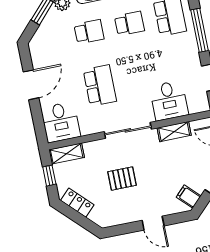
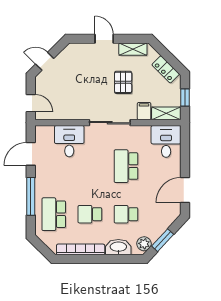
door: (31, 85) -> (185, 190), moved
shelving: (174, 132) -> (133, 49), moved
pallet: (122, 179) -> (123, 82), turned 90
filing cabinet: (189, 197) -> (144, 111), moved, turned -135

